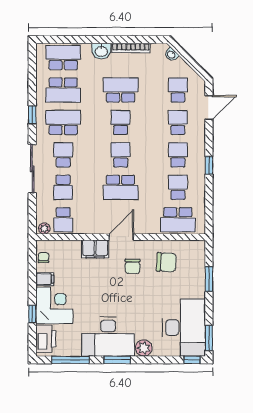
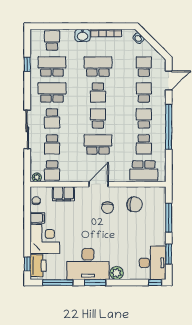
school desk: (63, 58) -> (52, 41), width x0.54
school desk: (63, 90) -> (52, 66), turned 180
window: (32, 115) -> (27, 64), moved
school desk: (121, 122) -> (98, 92), turned 180
school desk: (63, 155) -> (52, 118), turned 180
window: (209, 165) -> (169, 127), width x3.17
school desk: (121, 187) -> (98, 144), turned 180
school desk: (178, 187) -> (144, 144), turned 180
filing cabinet: (95, 249) -> (63, 194), moved
window: (209, 279) -> (169, 218), width x1.44
window: (32, 314) -> (27, 264), moved
desk: (184, 328) -> (153, 263), width x0.73, depth x0.77
window: (209, 338) -> (169, 254), moved

